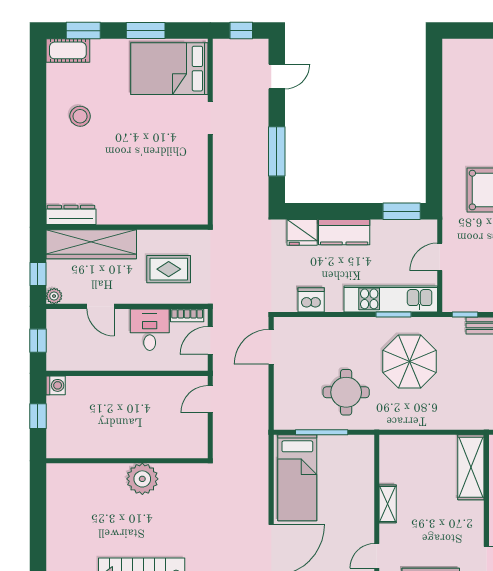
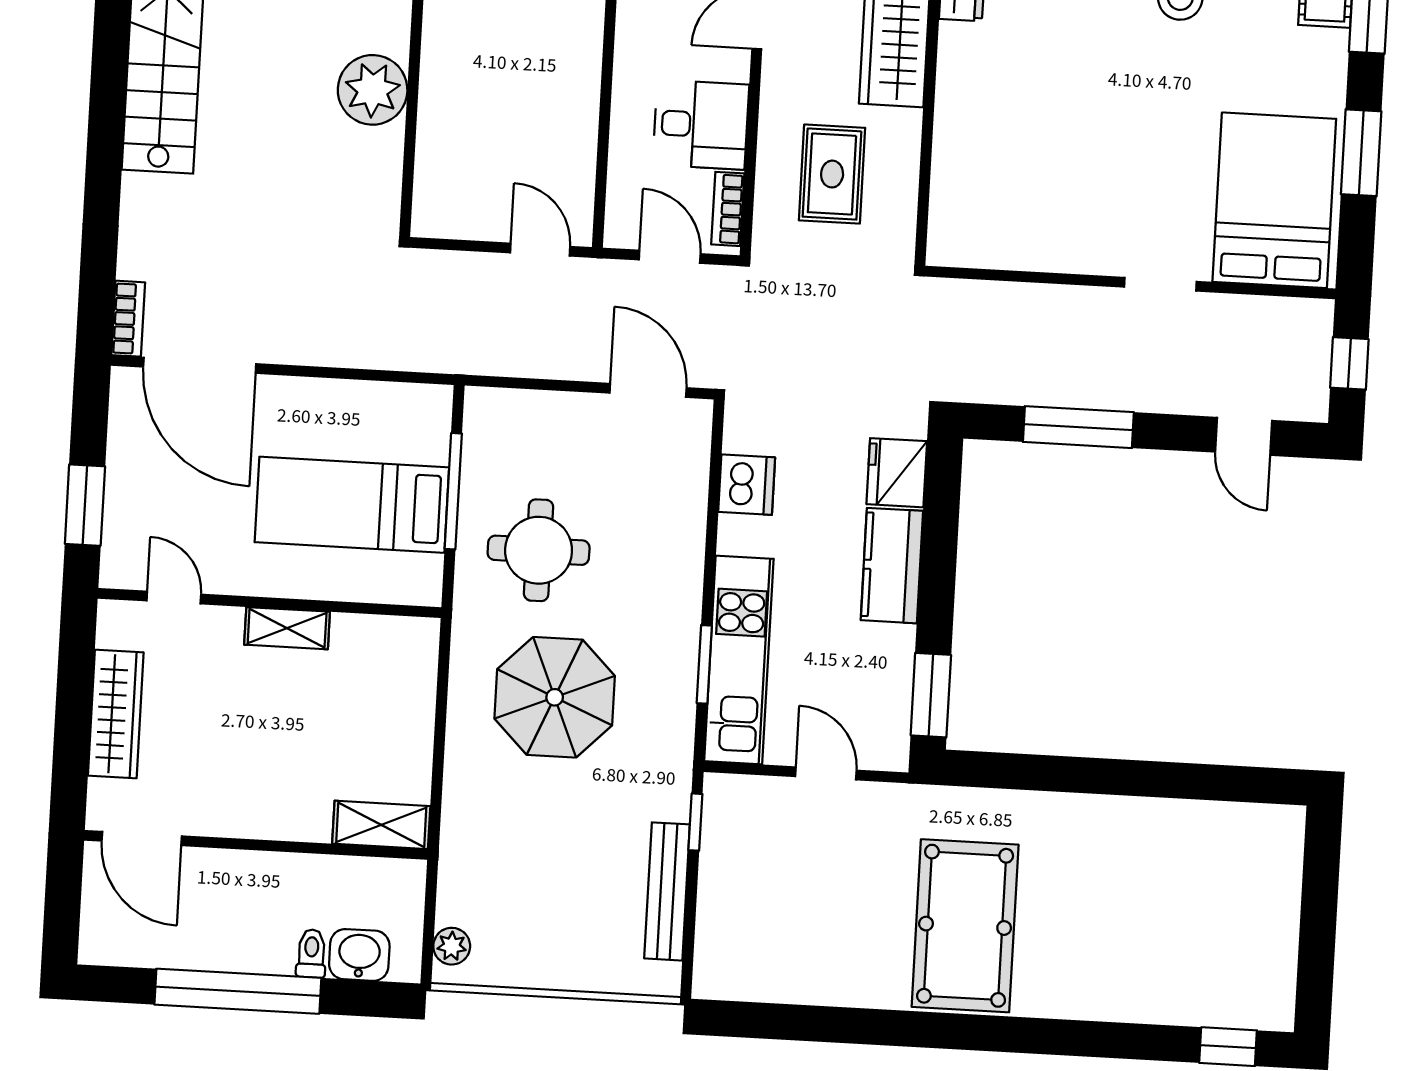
parasol: (409, 361) -> (555, 697), moved
shelving: (471, 467) -> (381, 825), width x0.67, depth x0.75
bed: (297, 478) -> (352, 505), moved

